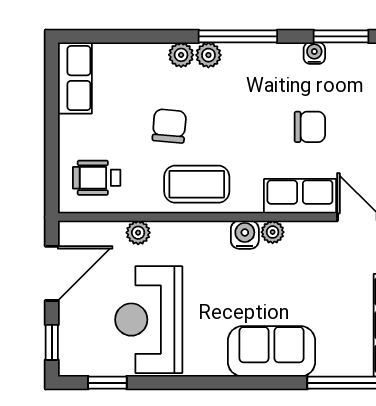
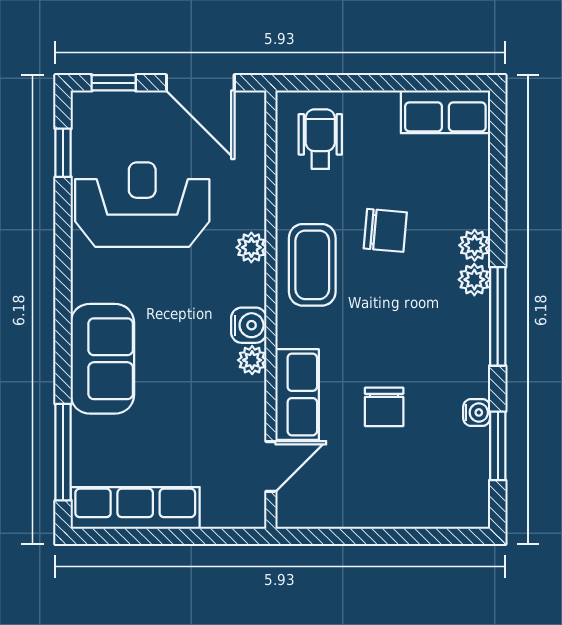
plant: (138, 233) -> (251, 247), moved

